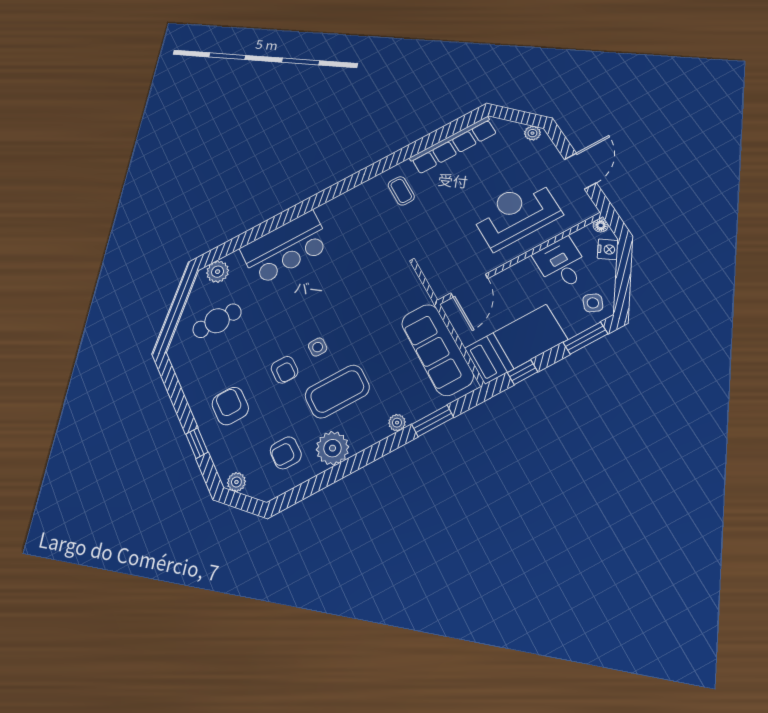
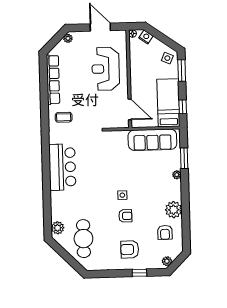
bar counter: (285, 248) -> (62, 167), moved
desk: (561, 264) -> (142, 62), removed
cafe table: (217, 321) -> (83, 239), width x1.37, depth x1.35
coffee table: (337, 391) -> (148, 196), removed

